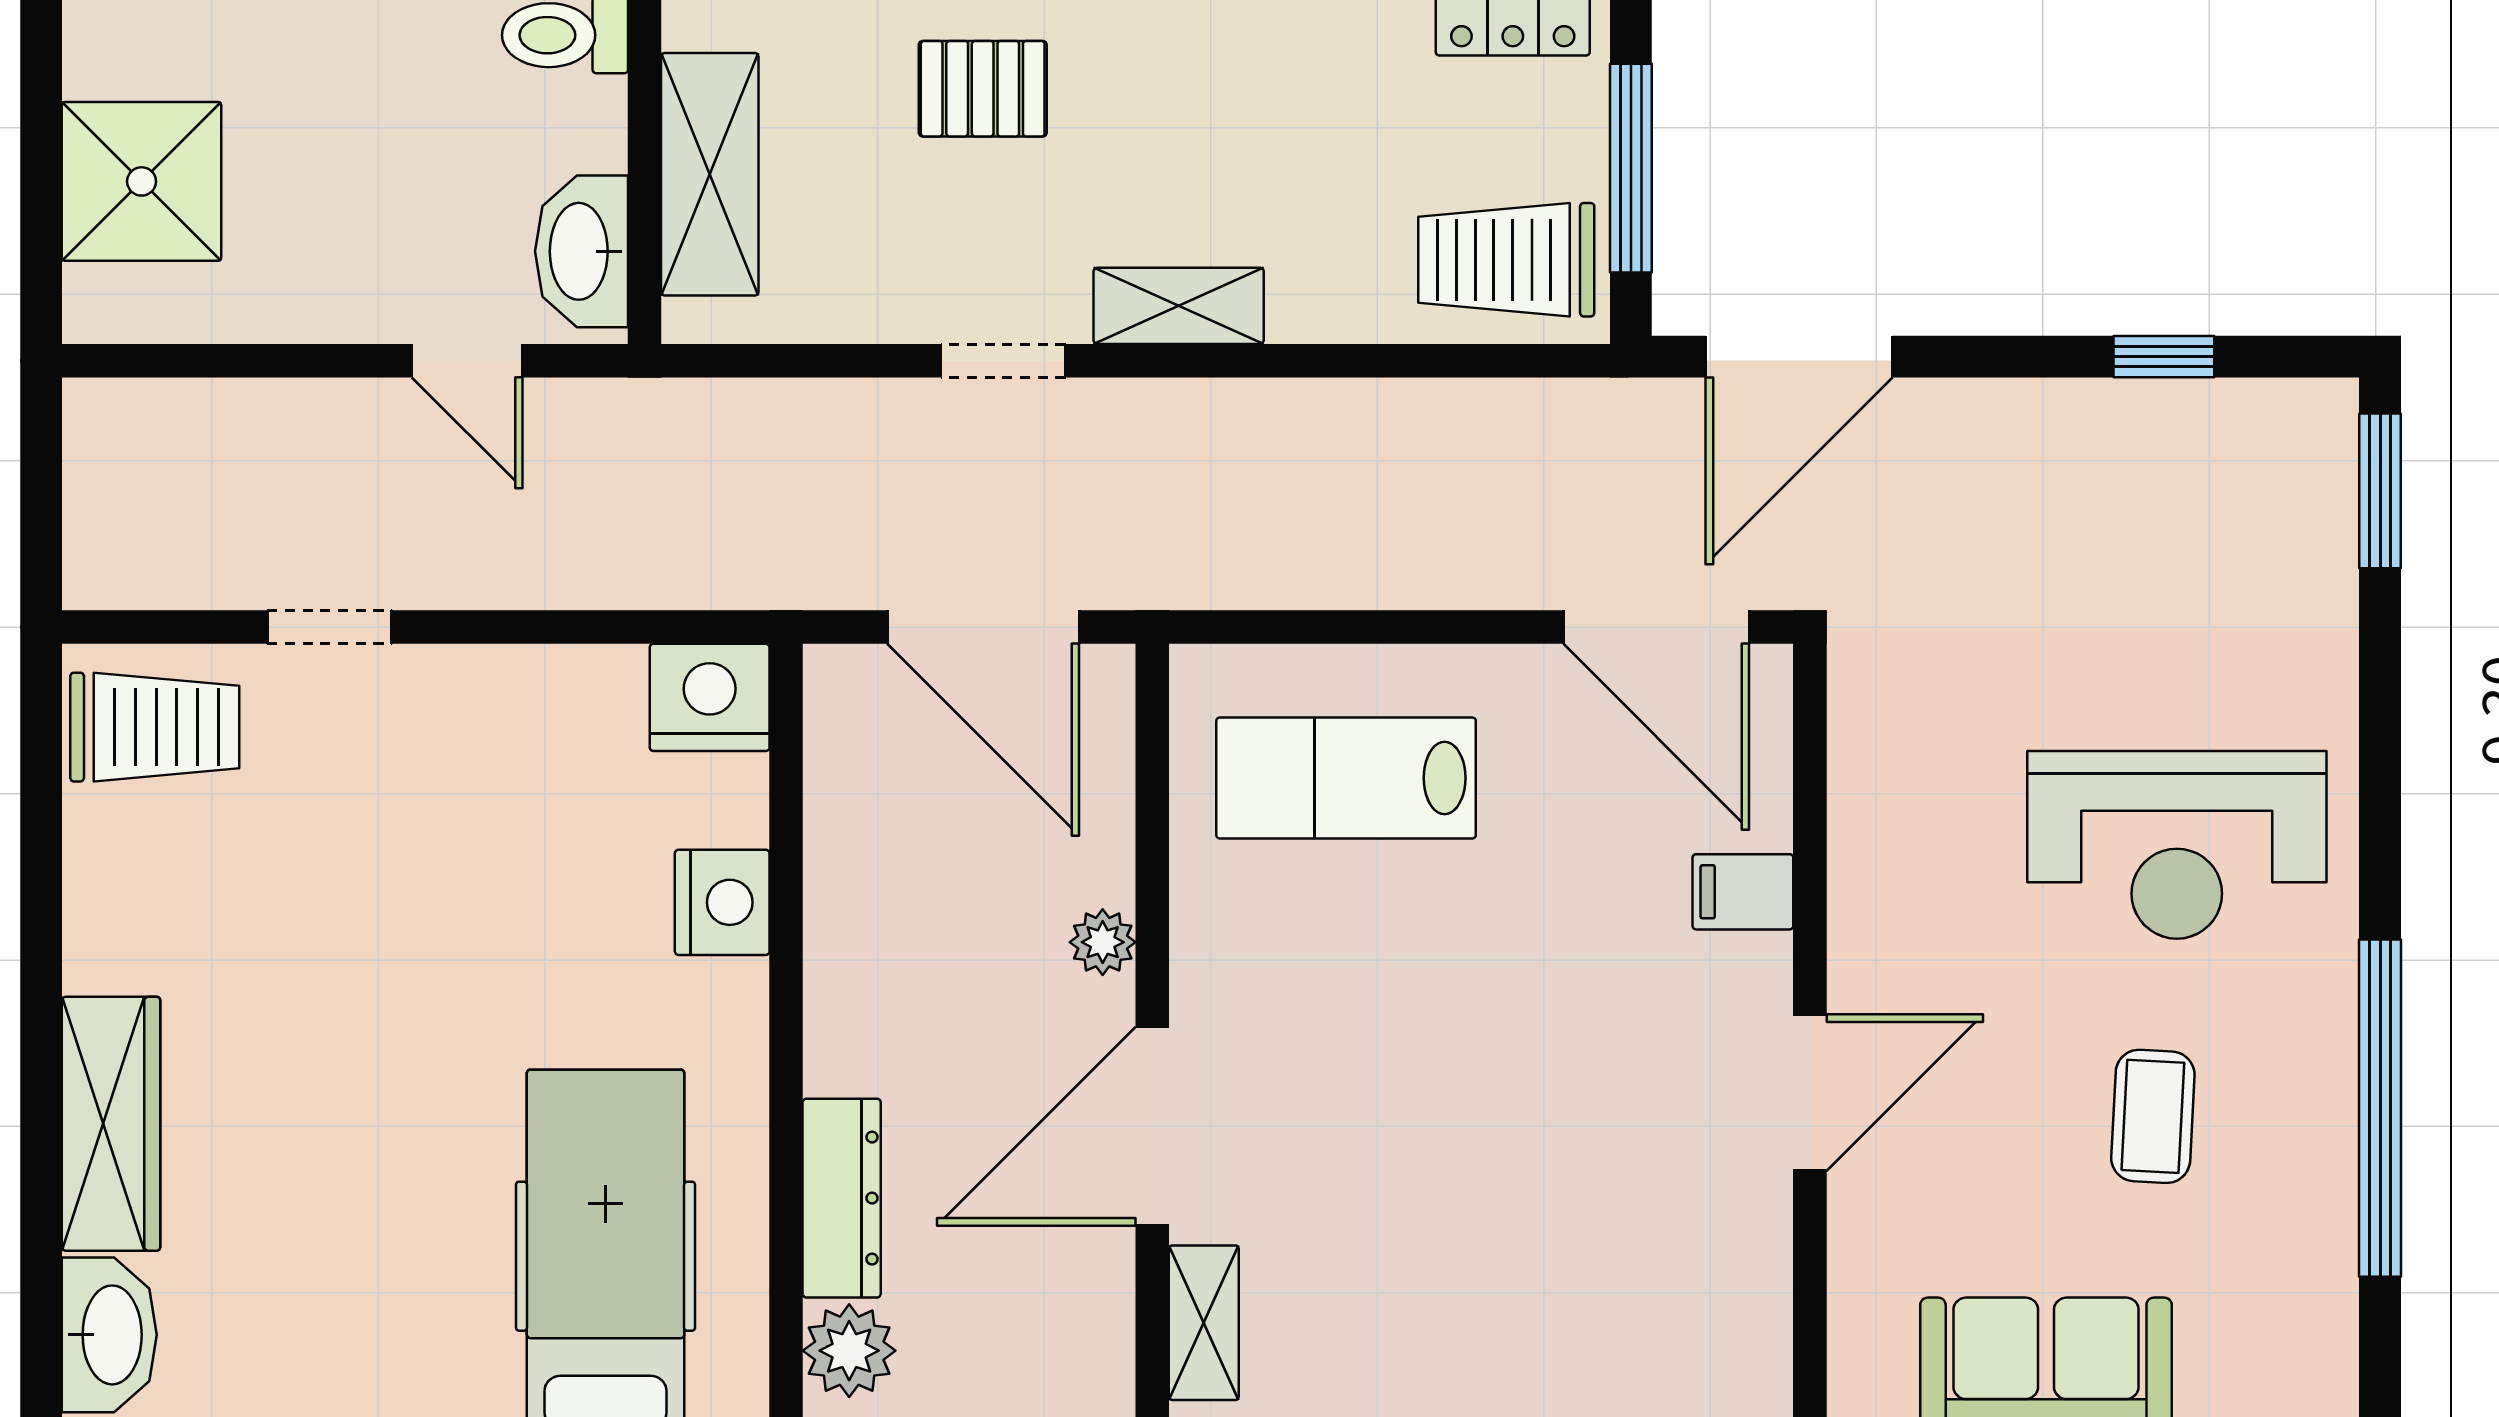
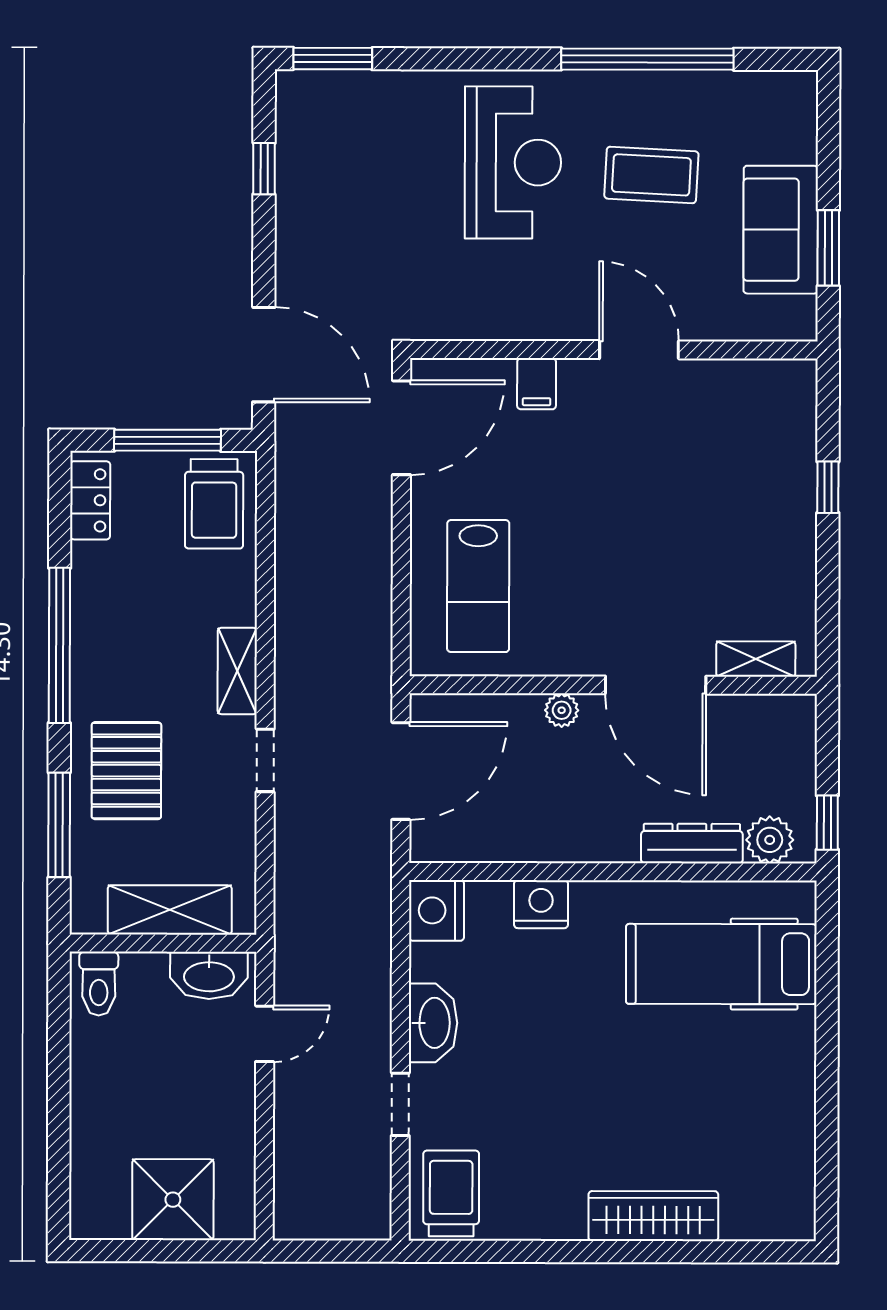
pallet: (983, 89) -> (126, 771), width x1.50, depth x1.42
coffee table: (2153, 1116) -> (651, 175), width x1.36, depth x1.30
washbasin: (109, 1335) -> (433, 1023), moved, turned 90

